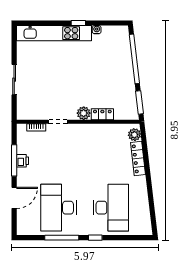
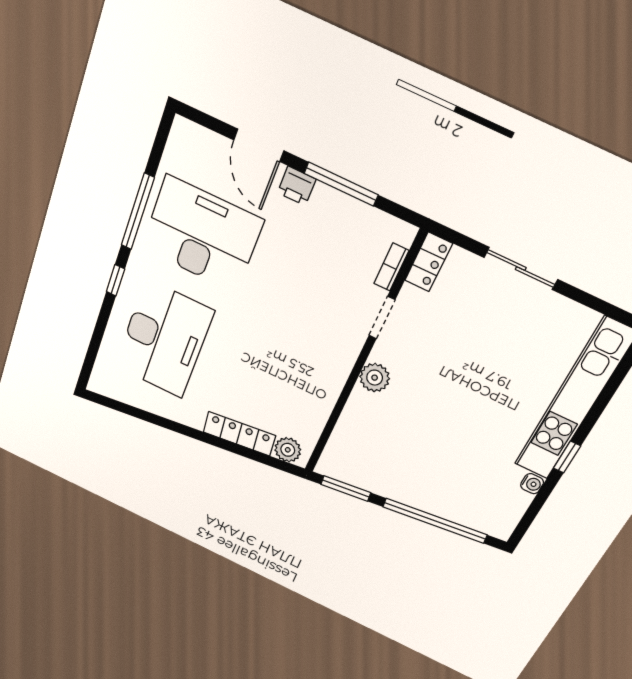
locker: (102, 114) -> (429, 262), moved
printer: (23, 161) -> (297, 186), moved
desk: (111, 208) -> (164, 339), turned -90

